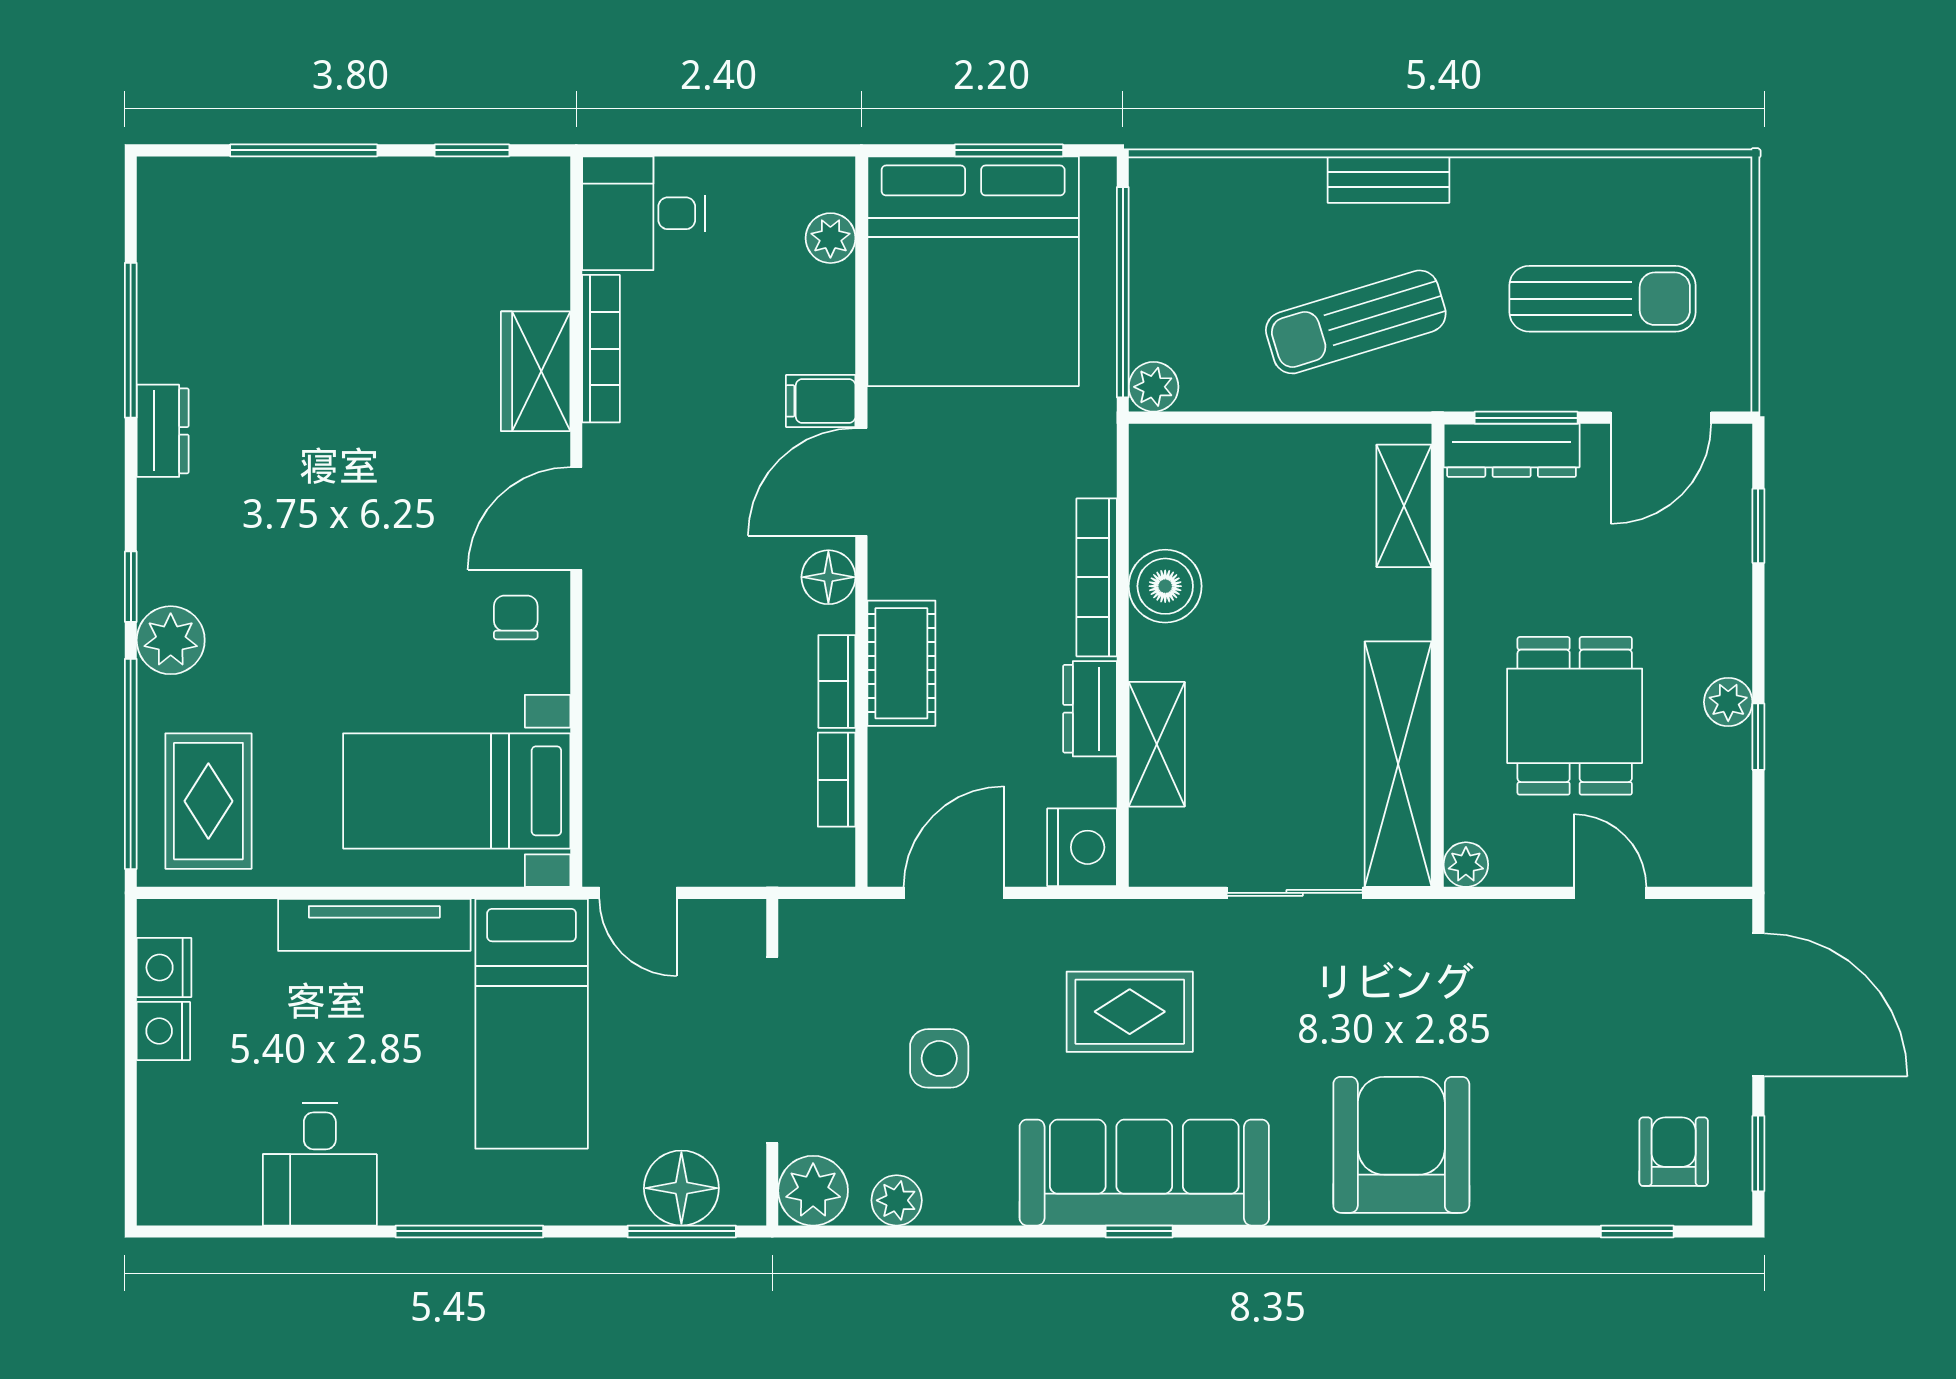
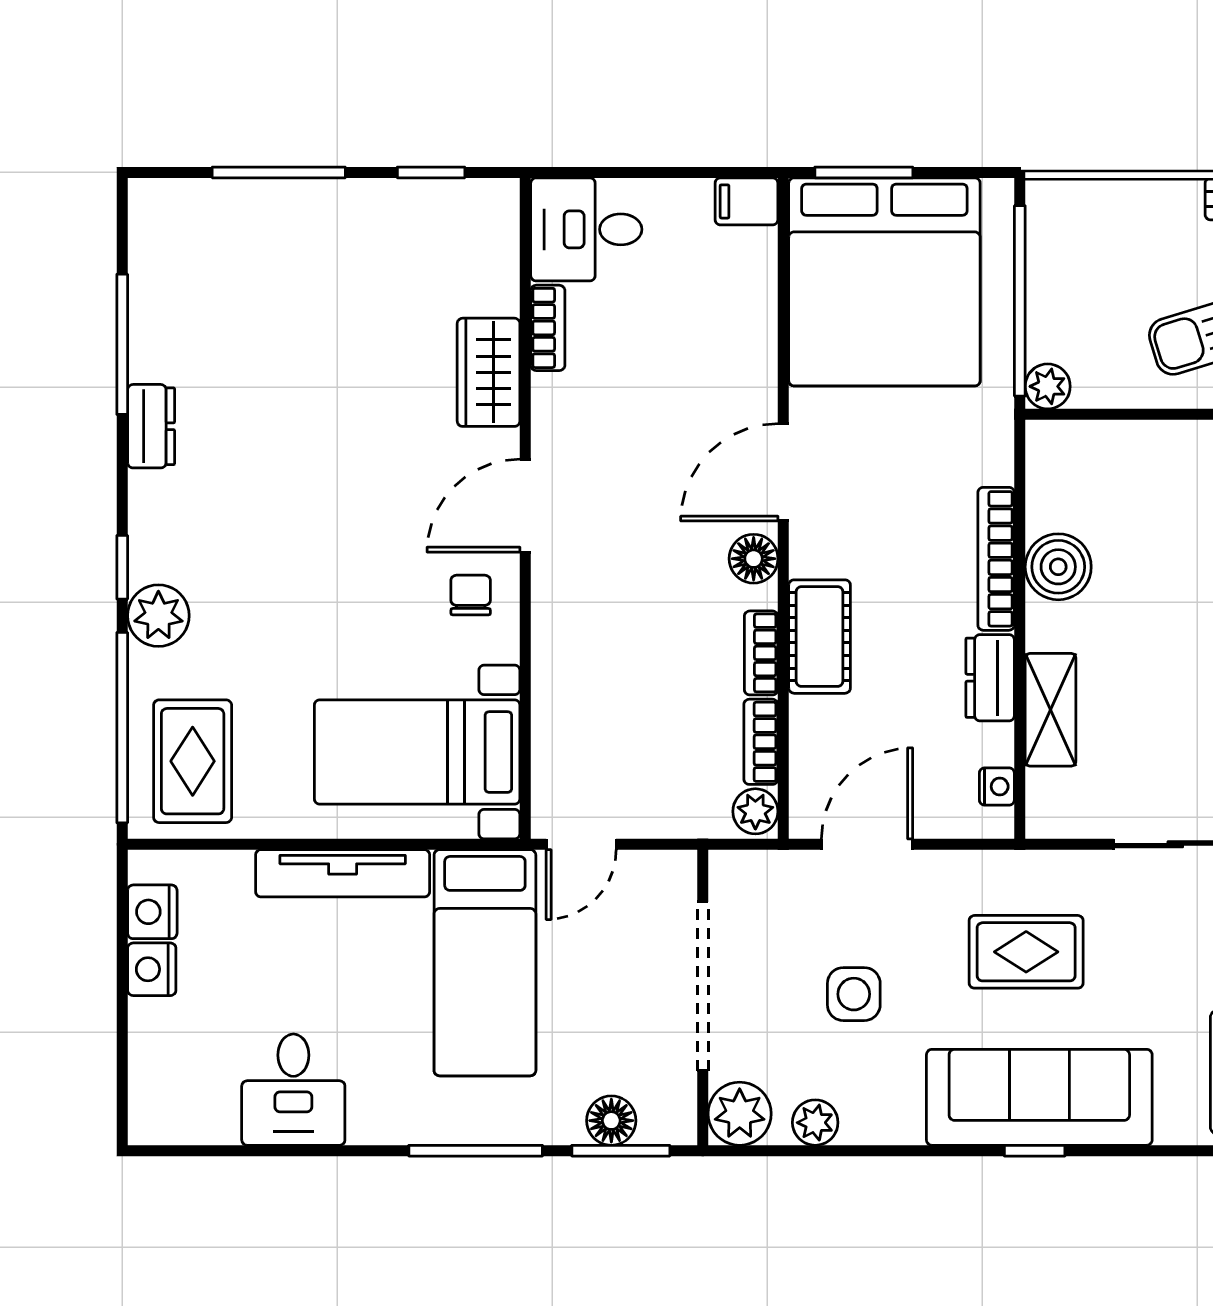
window: (1009, 150) -> (864, 172), moved
plant: (830, 238) -> (755, 811), moved
bookcase: (601, 349) -> (548, 328), width x0.64
filing cabinet: (821, 401) -> (747, 201), moved
nightstand: (1082, 847) -> (997, 787), width x0.53, depth x0.56
door: (638, 893) -> (581, 844), hinge flipped
floor lamp: (681, 1188) -> (611, 1121), width x0.73, depth x0.73
window: (469, 1231) -> (476, 1151), moved

